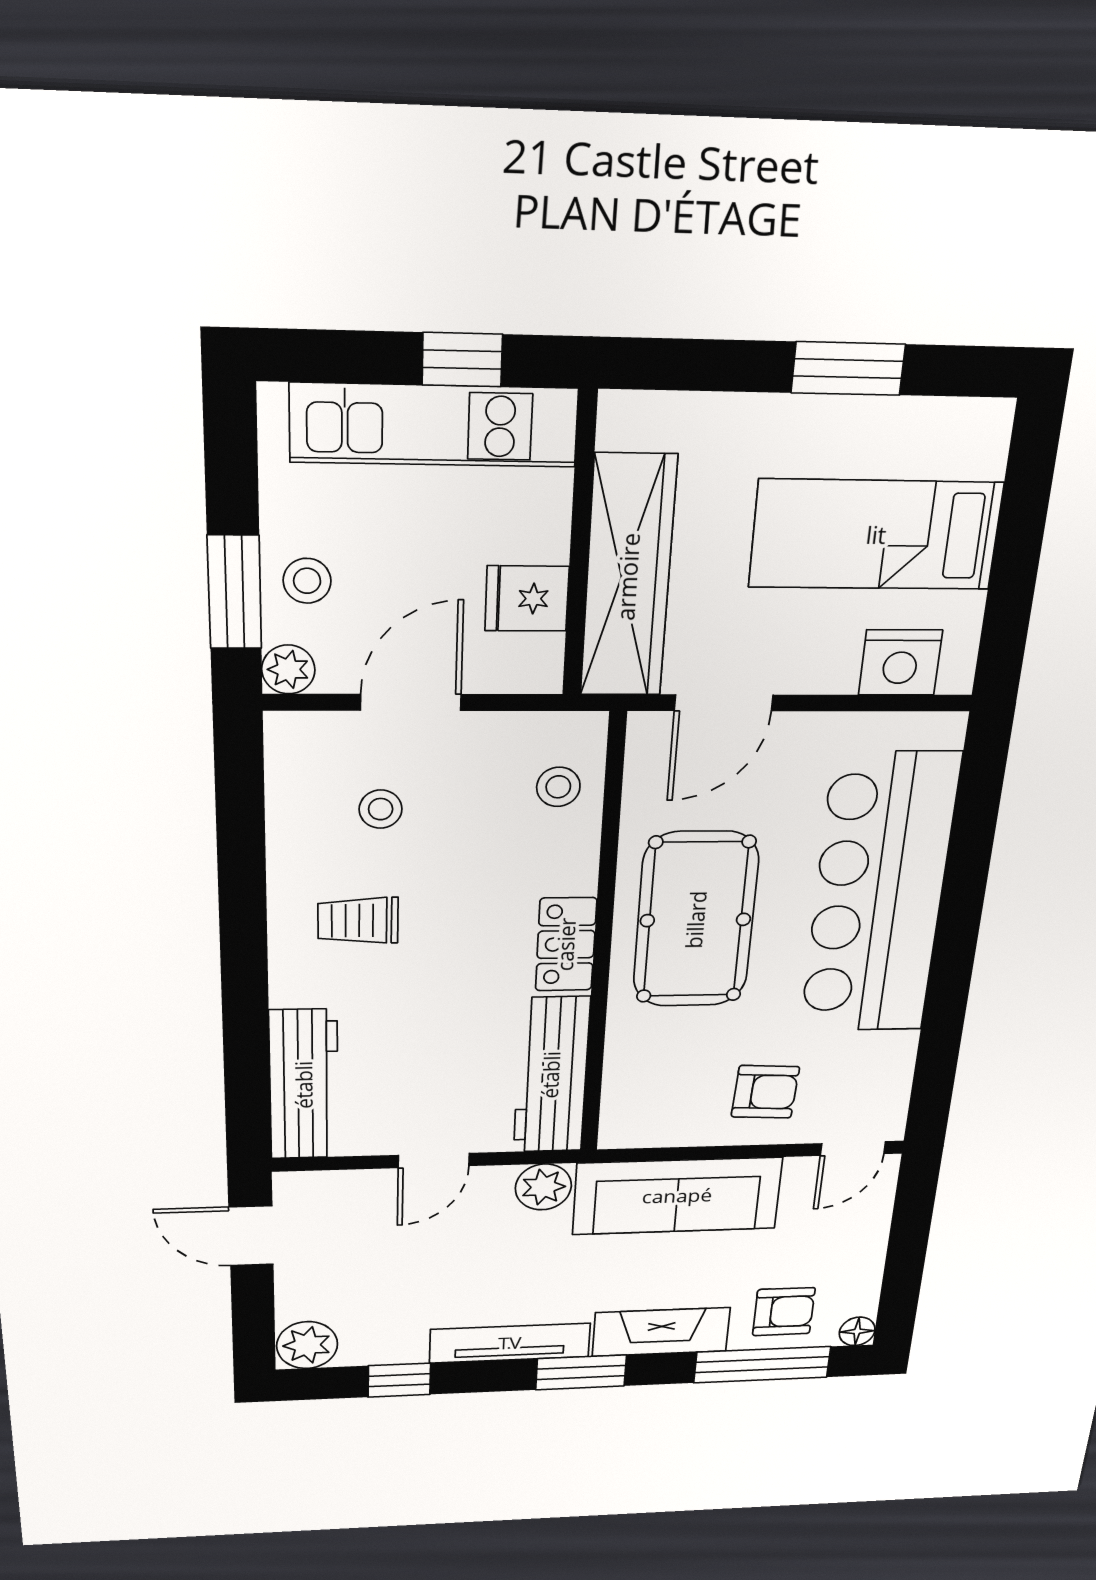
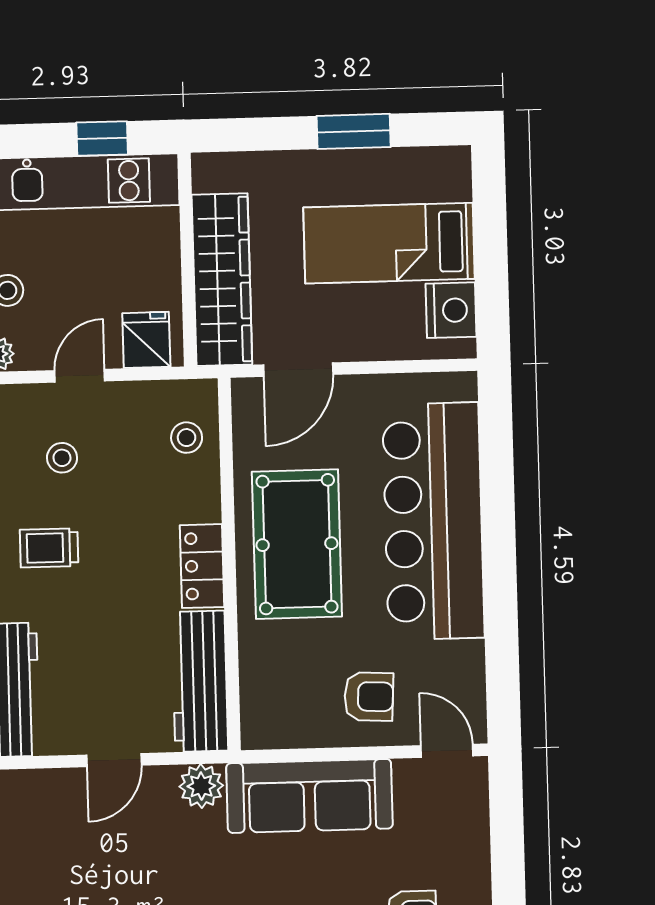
fridge: (527, 599) -> (146, 340), moved, turned 90
nightstand: (900, 663) -> (451, 310), moved, turned -90
door: (411, 702) -> (80, 376), width x0.73
door: (853, 1149) -> (447, 751), swing flipped

